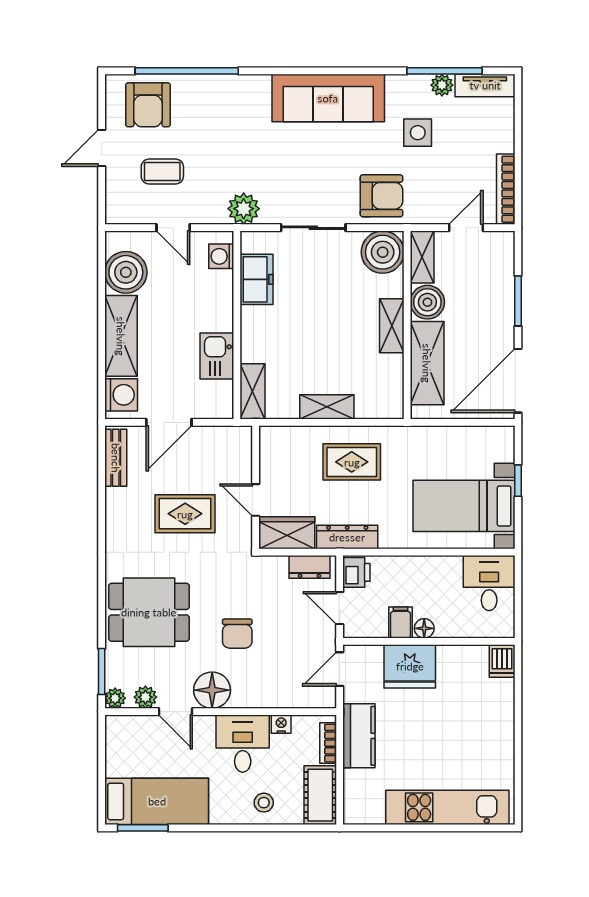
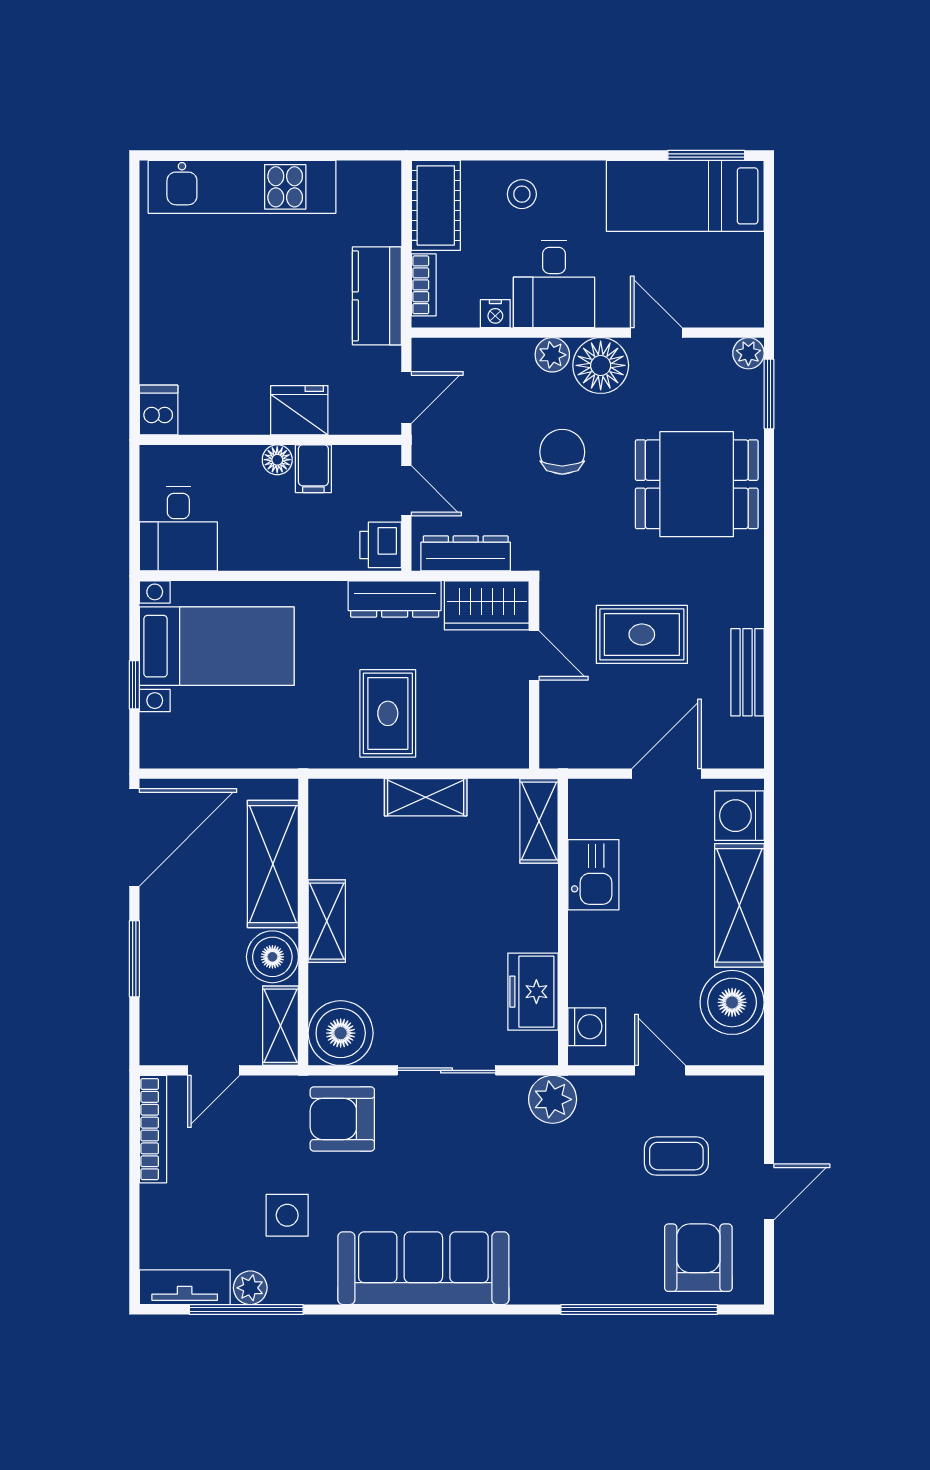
bench: (116, 458) -> (747, 672), moved
rug: (352, 462) -> (388, 713), turned 90
dresser: (310, 567) -> (466, 553), width x1.44
fridge: (410, 666) -> (299, 410), width x0.73, depth x0.75
plant: (145, 697) -> (552, 355), moved

